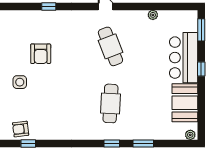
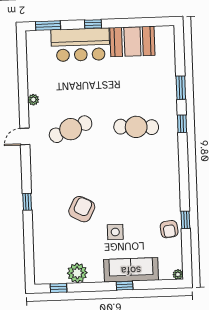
plant: (153, 15) -> (33, 100), moved
armchair: (41, 54) -> (82, 209), turned -63
plant: (190, 135) -> (169, 34), removed

